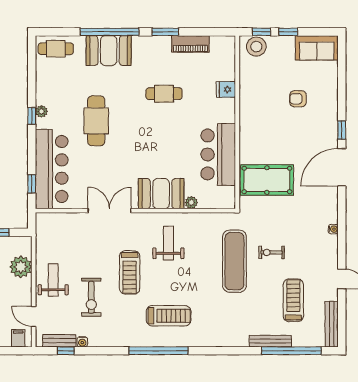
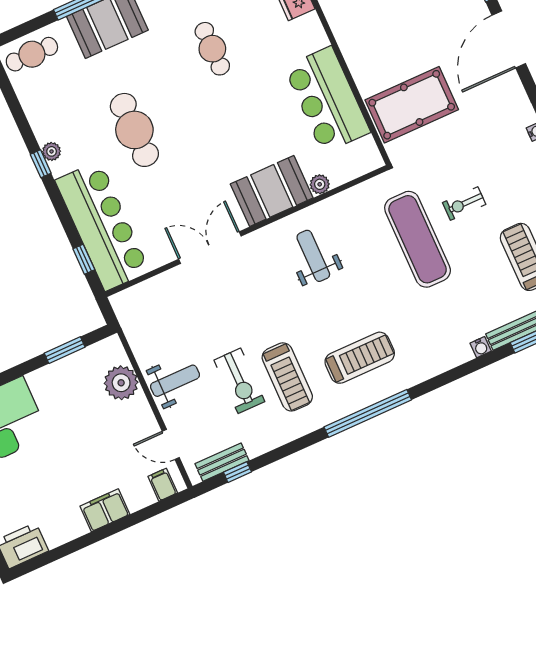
cafe table: (164, 94) -> (212, 49), turned 90
treadmill: (130, 272) -> (287, 377), moved
weight bench: (53, 280) -> (175, 381), turned 90
water cooler: (82, 342) -> (481, 347), moved

